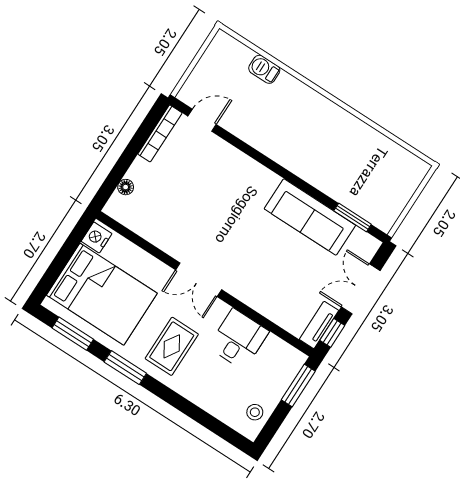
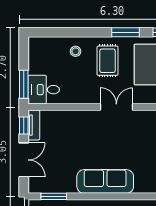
sofa: (310, 217) -> (105, 181), moved
desk: (238, 339) -> (44, 90), moved, turned 90
stool: (255, 412) -> (76, 51), moved

